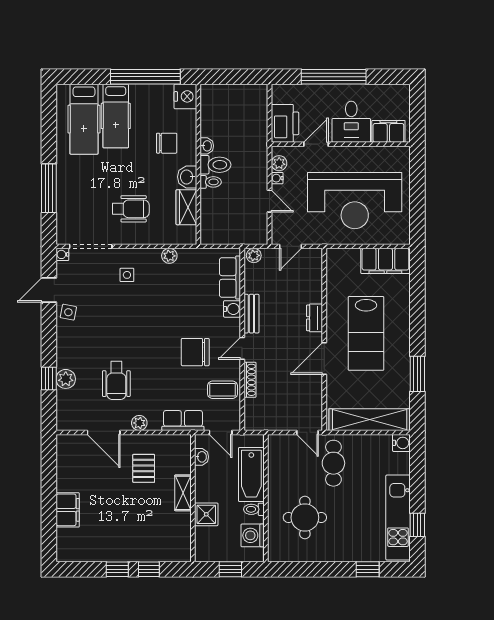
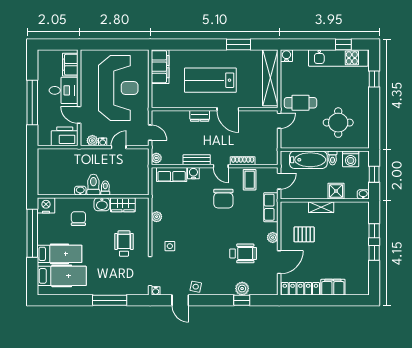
lab bench: (366, 333) -> (210, 80), turned 180
washbasin: (202, 457) -> (363, 194), moved
locker: (65, 463) -> (300, 289), added

